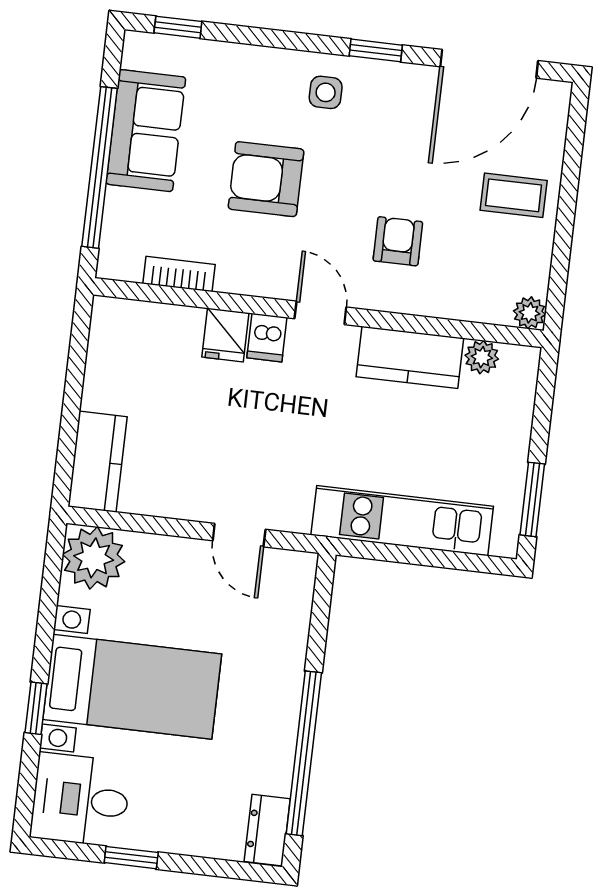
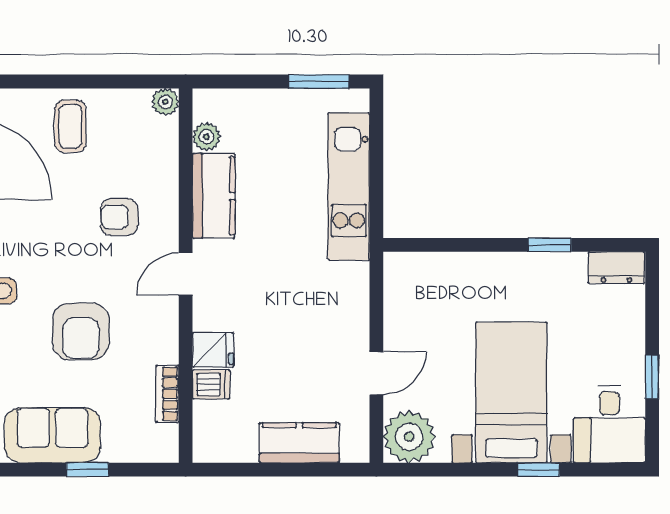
window: (100, 167) -> (87, 470), width x0.32
dishwasher: (267, 338) -> (211, 384), moved
kitchen counter: (98, 462) -> (299, 443), moved
door: (239, 535) -> (376, 373), moved
window: (304, 753) -> (550, 245), width x0.32

